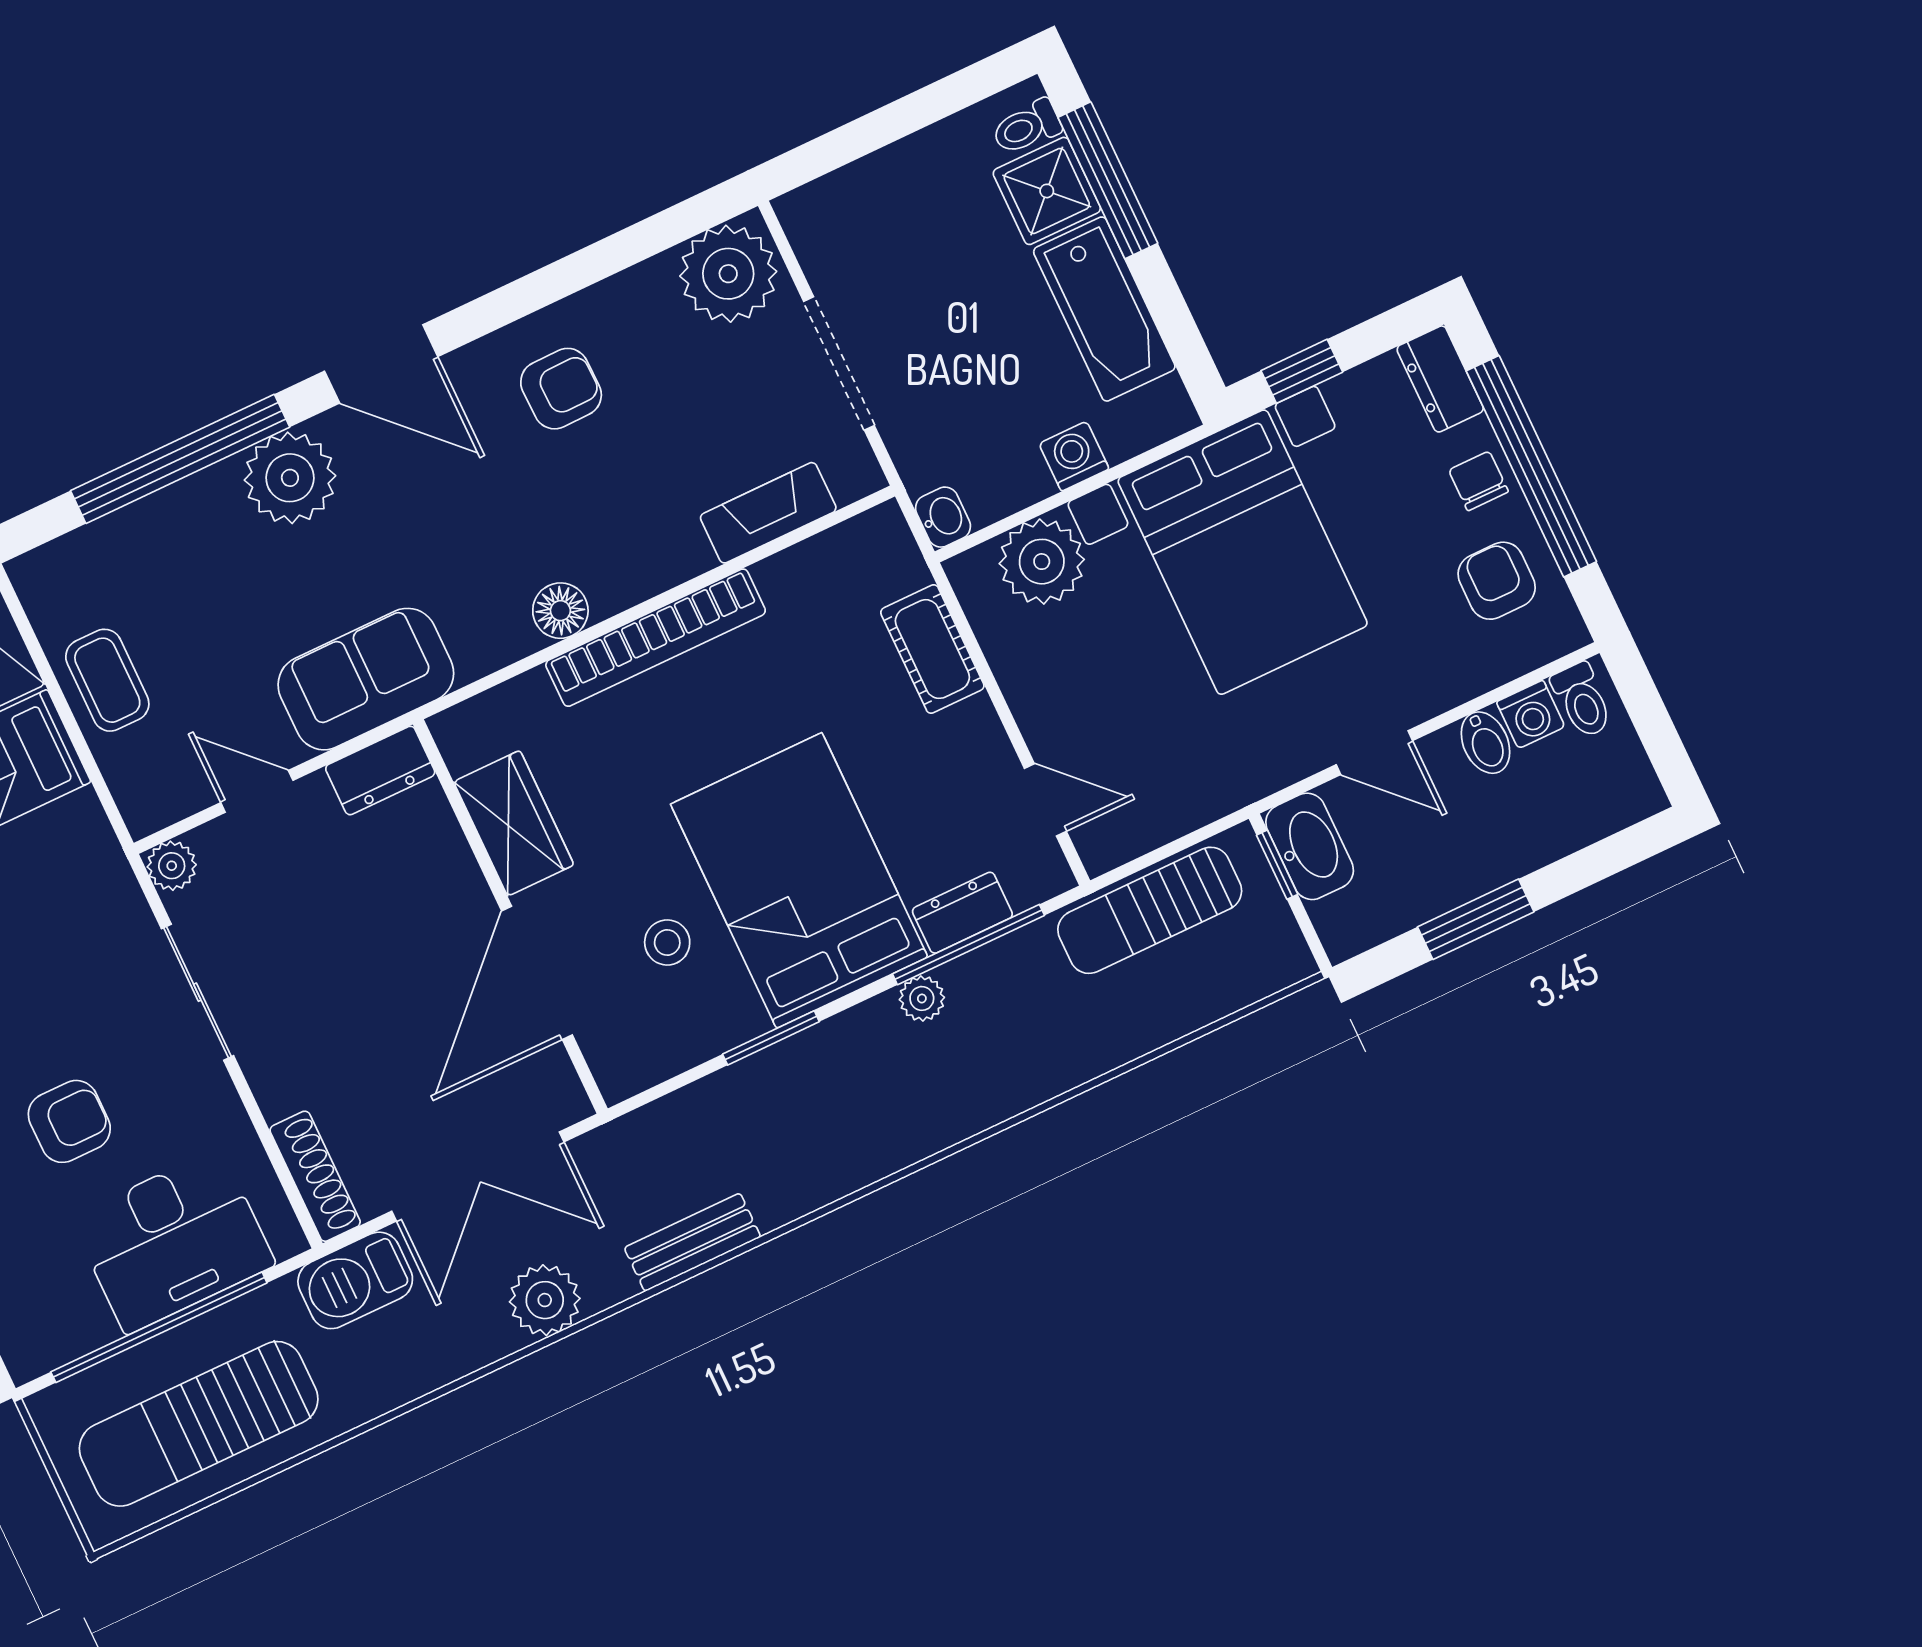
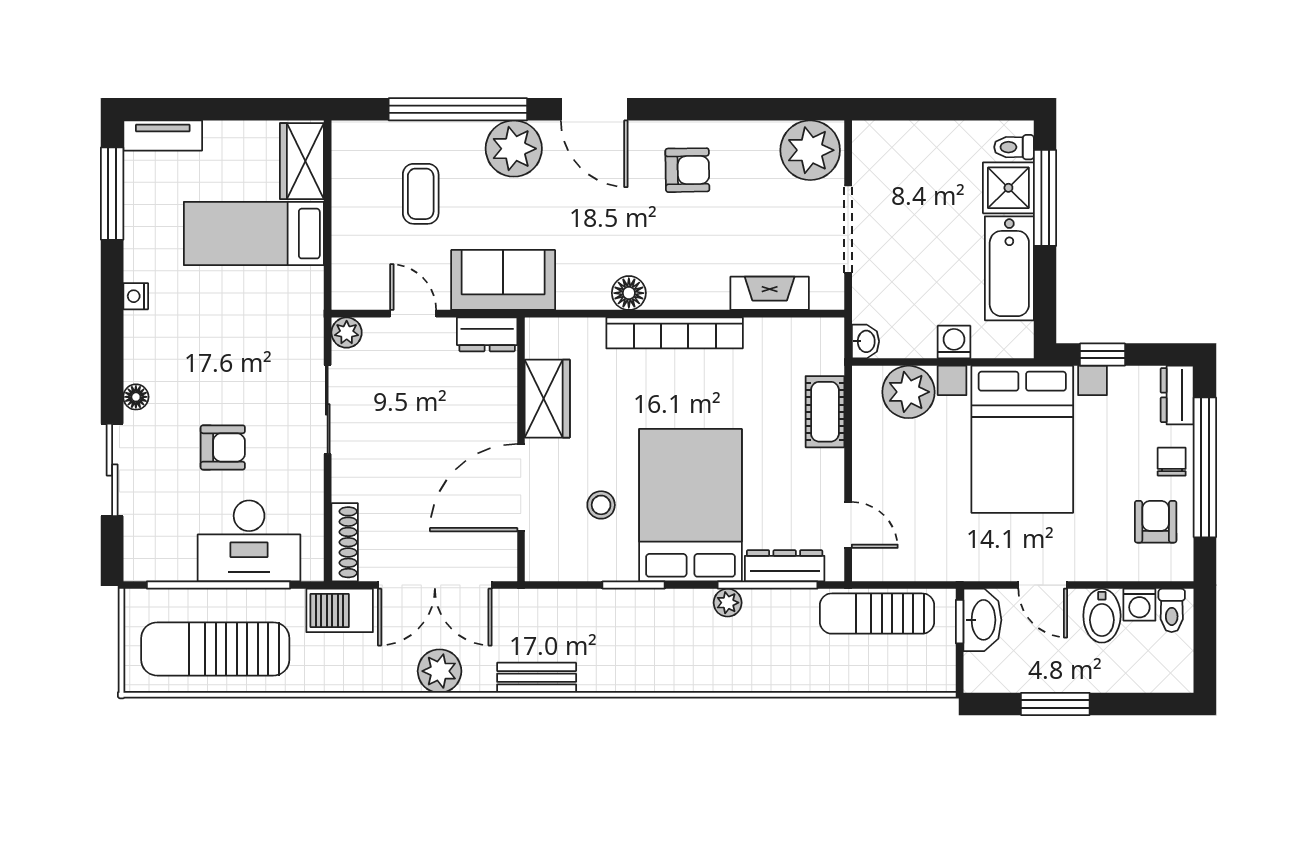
coffee table: (107, 680) -> (421, 194), moved
bidet: (1486, 743) -> (1102, 616), width x1.38, depth x1.36
dresser: (962, 913) -> (785, 566), width x1.44

